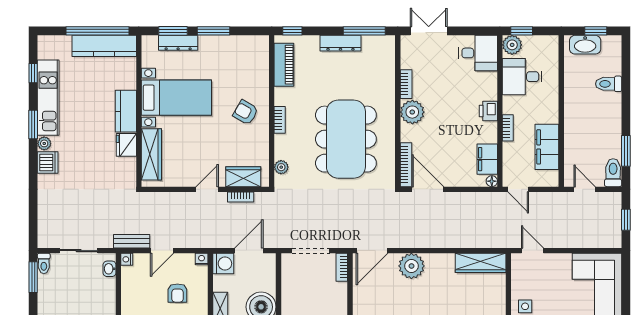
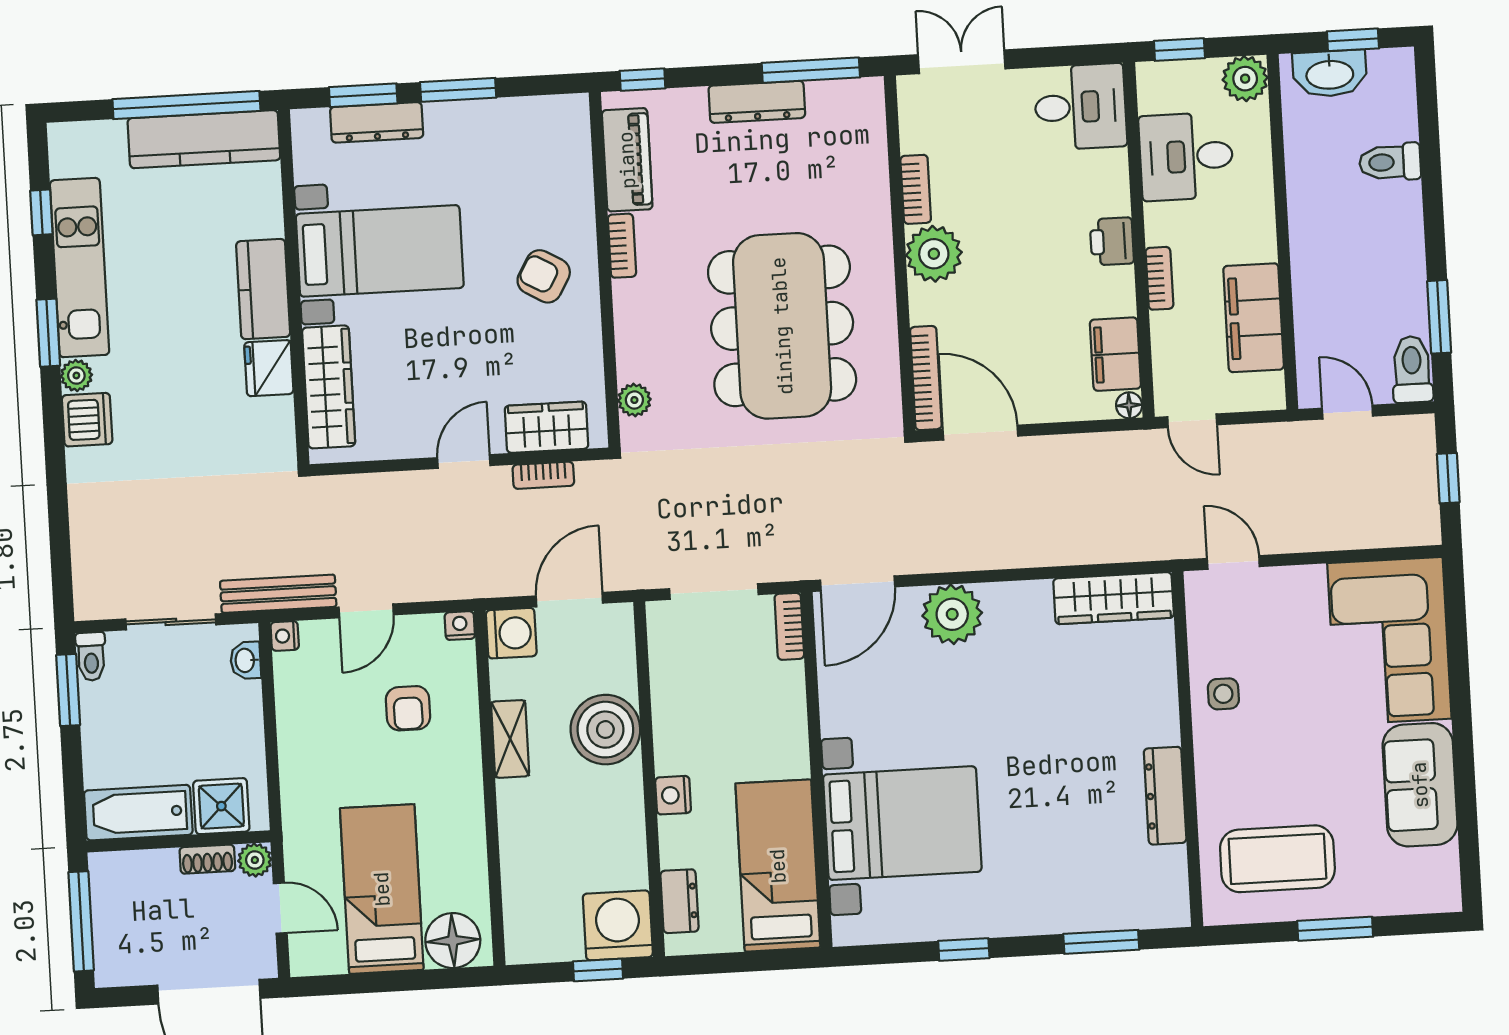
plant: (512, 45) -> (1245, 79), moved
bookcase: (280, 120) -> (622, 246), moved
bench: (132, 241) -> (278, 594), width x1.36

